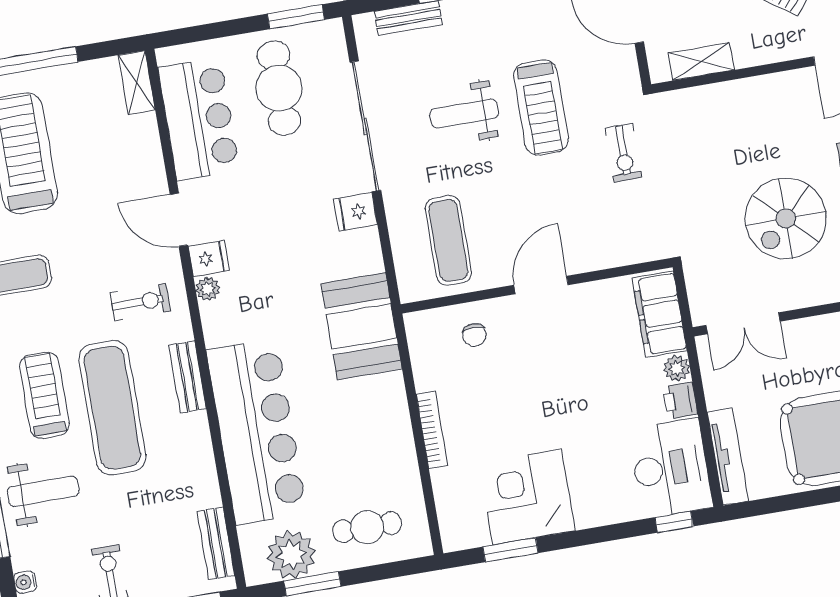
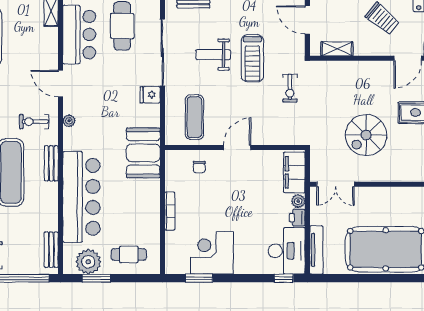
fridge: (209, 258) -> (72, 106), removed
exercise bike: (140, 302) -> (34, 122), turned 180

